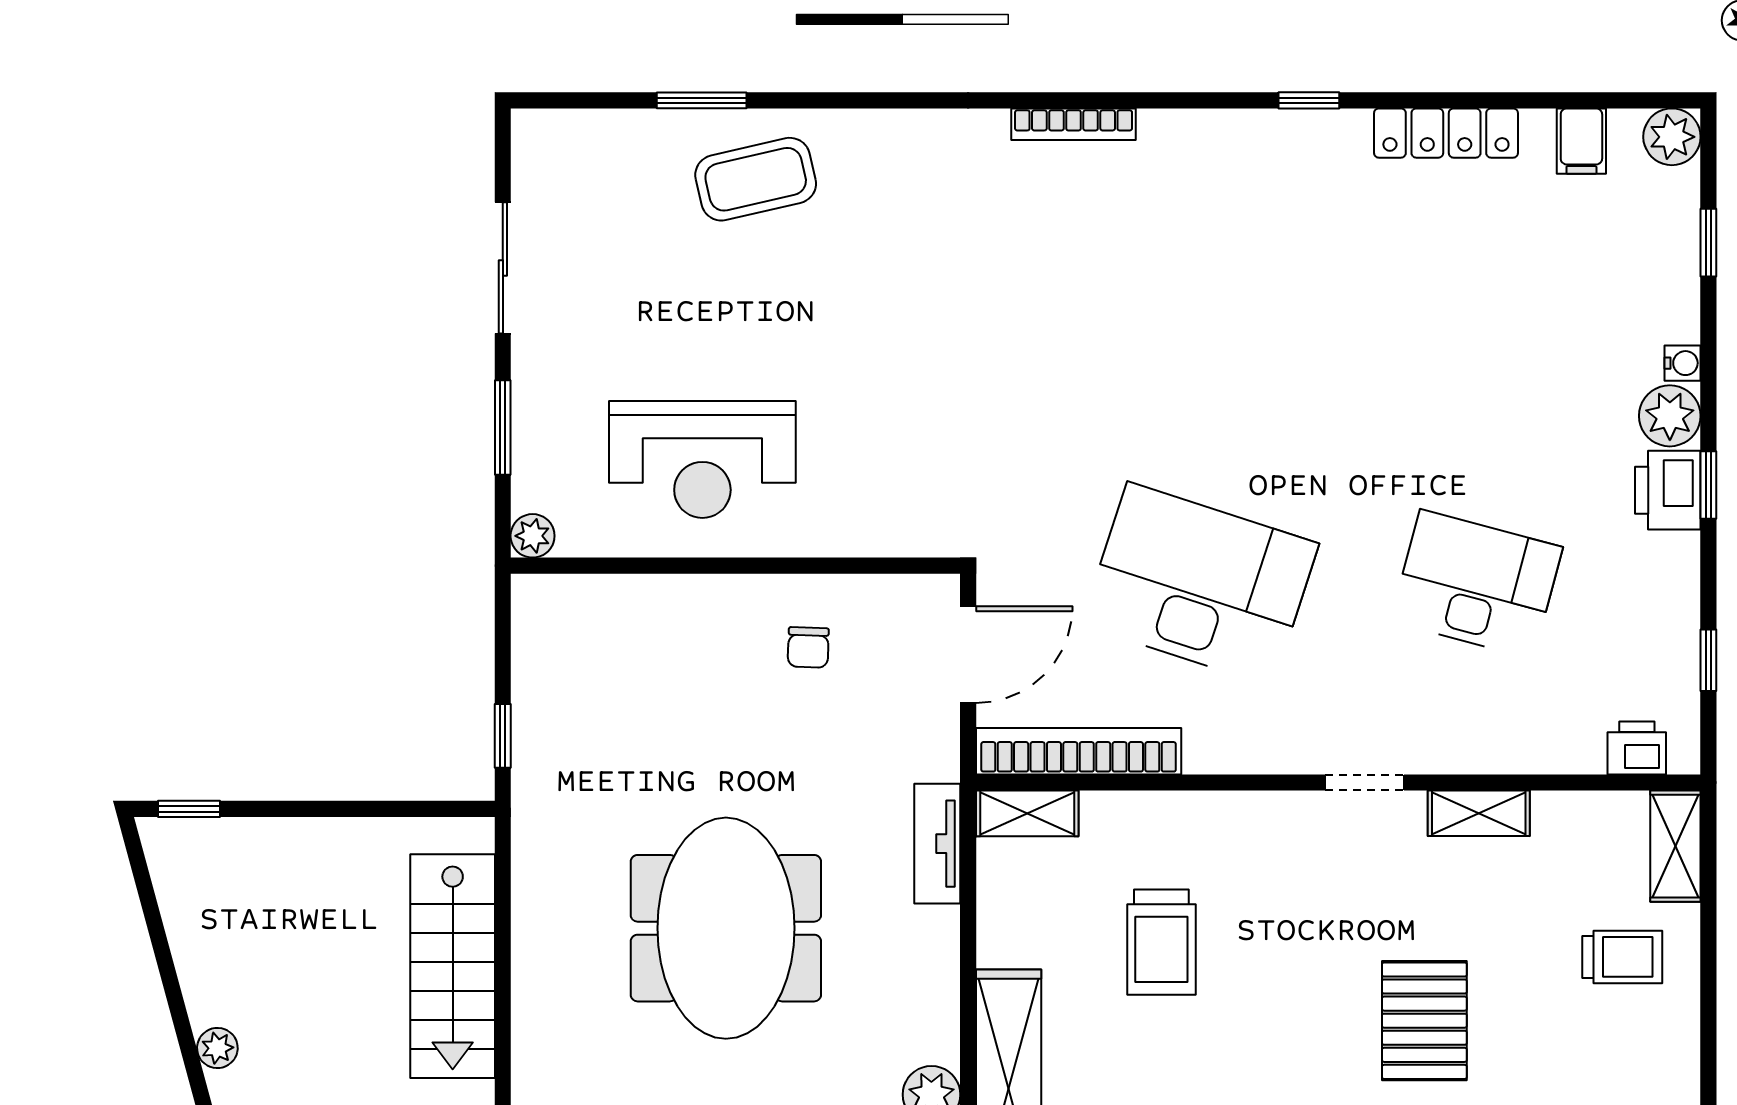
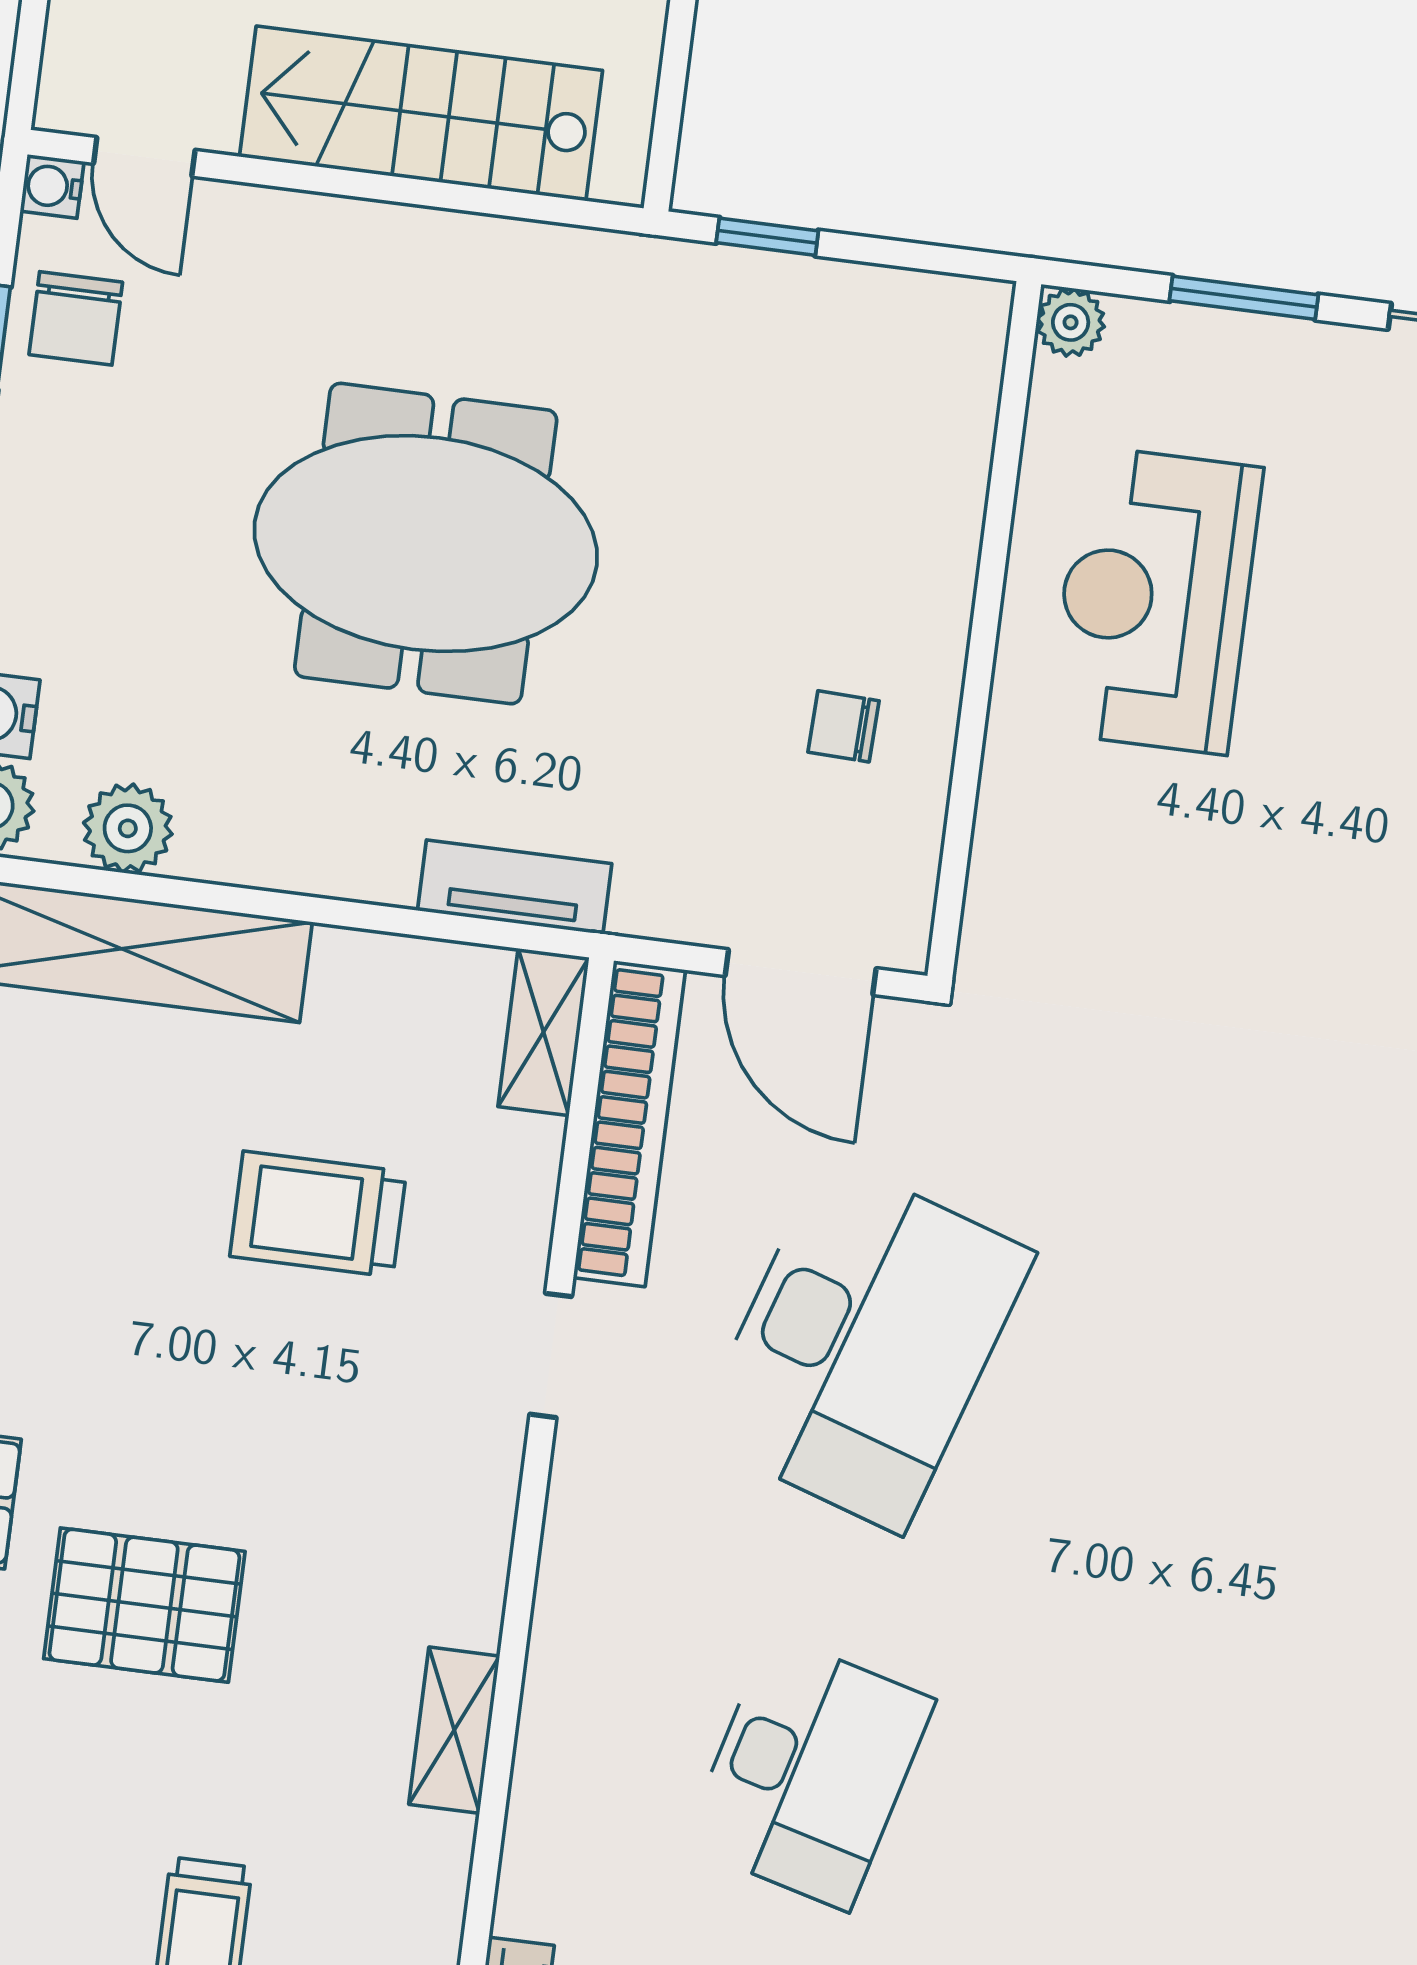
doorway: (1364, 782) -> (551, 1355), moved

